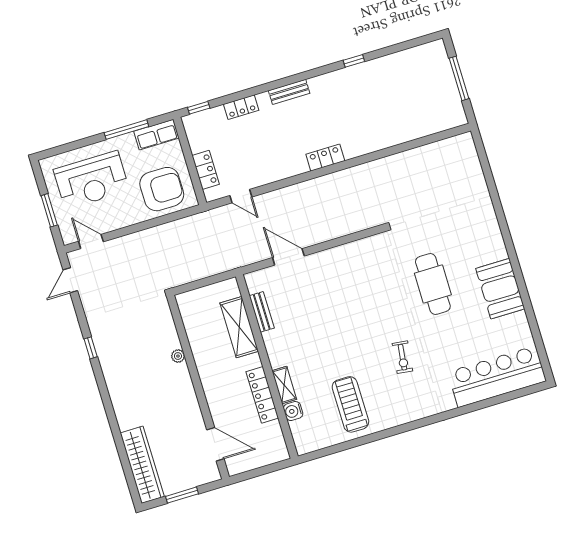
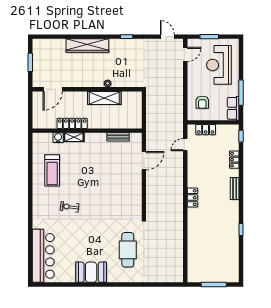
armchair: (162, 189) -> (202, 102), width x0.53, depth x0.53
cafe table: (433, 284) -> (128, 250), moved, turned 90
shelving: (239, 327) -> (104, 98), moved
treadmill: (350, 404) -> (52, 170), turned 90
wardrobe: (142, 465) -> (87, 46), moved

